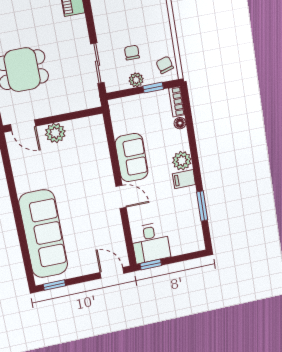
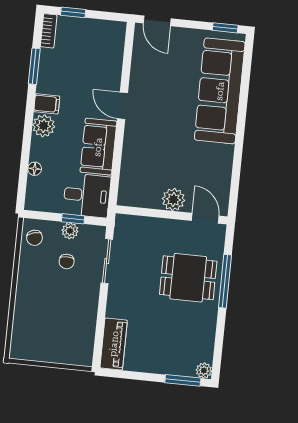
window: (153, 88) -> (73, 219), moved
bookcase: (177, 102) -> (49, 31), moved
desk: (151, 243) -> (87, 195), moved, turned 90
window: (151, 265) -> (73, 12), moved

